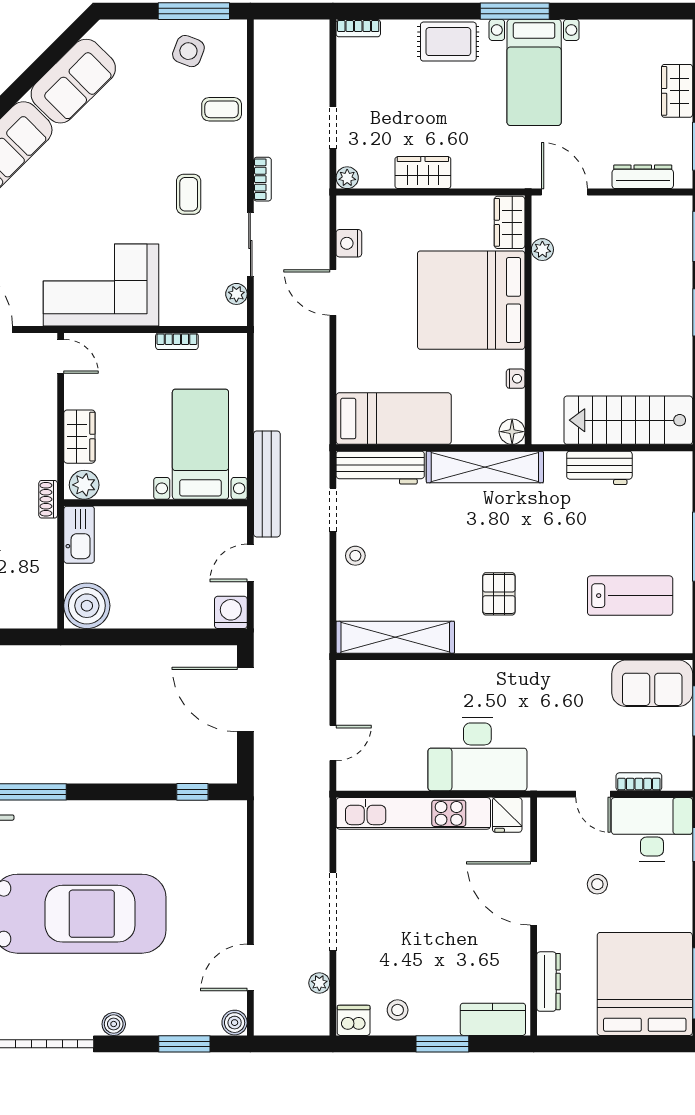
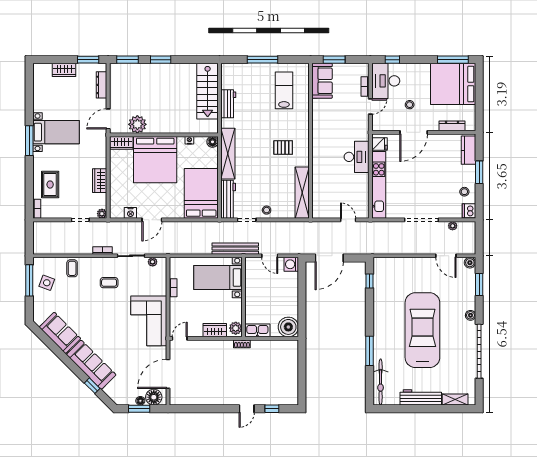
rug: (448, 42) -> (50, 185), moved
plant: (542, 250) -> (137, 124), width x1.87, depth x1.87
bed: (394, 419) -> (201, 193), width x1.50
desk: (477, 754) -> (357, 157), width x0.73, depth x0.77

